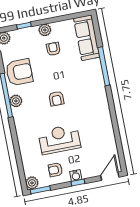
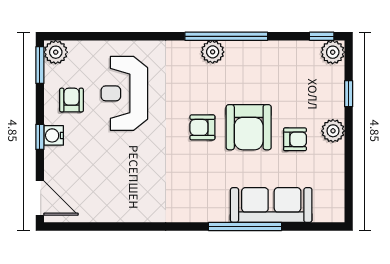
sofa: (87, 38) -> (271, 205), moved
armchair: (19, 72) -> (249, 127), moved
reception desk: (59, 139) -> (124, 93), moved, turned 180

